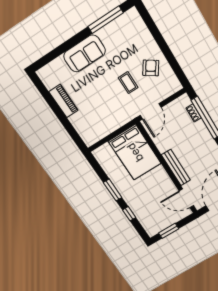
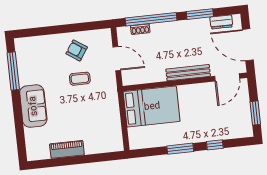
door: (151, 111) -> (117, 59), moved

